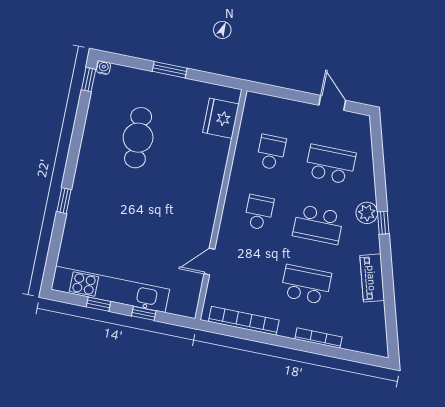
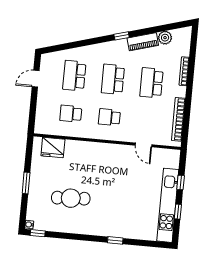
plant: (367, 213) -> (165, 38), moved
window: (383, 223) -> (122, 36), moved
school desk: (318, 224) -> (113, 79), turned 180

